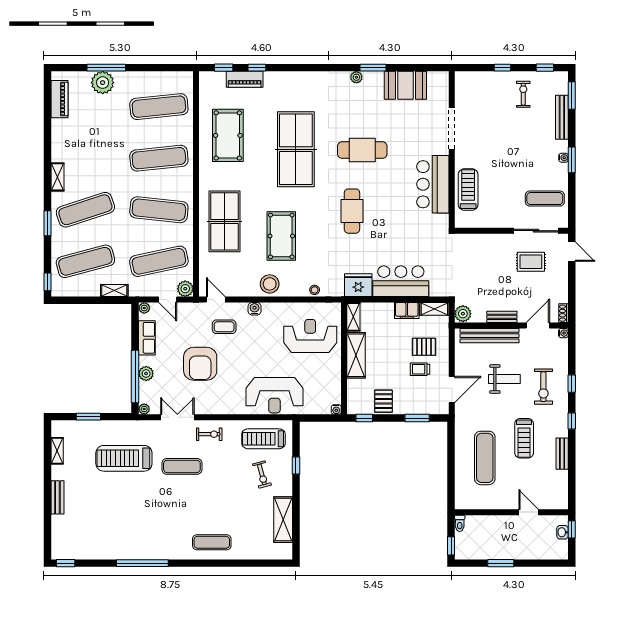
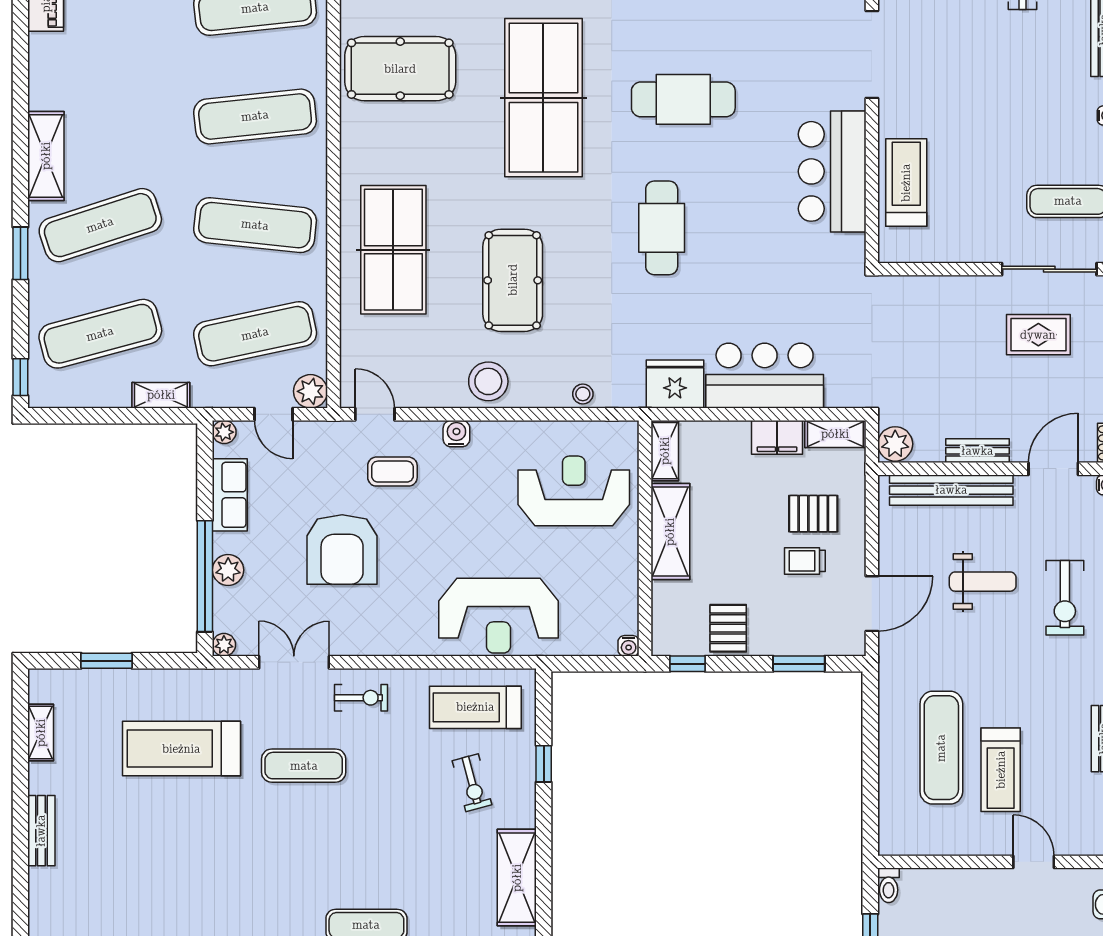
pool table: (228, 135) -> (400, 69), turned 90
shelving: (57, 177) -> (46, 156), width x1.50, depth x1.33
treadmill: (524, 438) -> (1001, 770), moved

